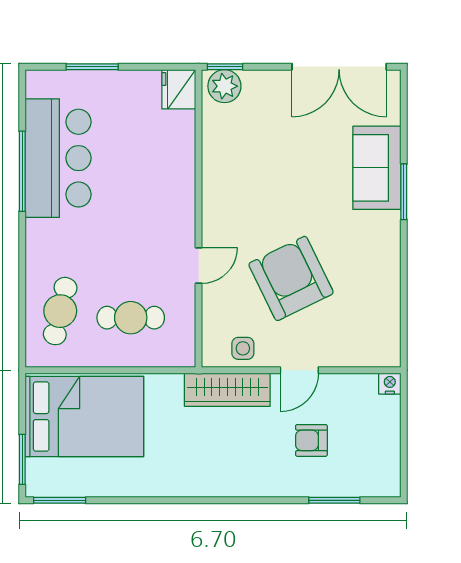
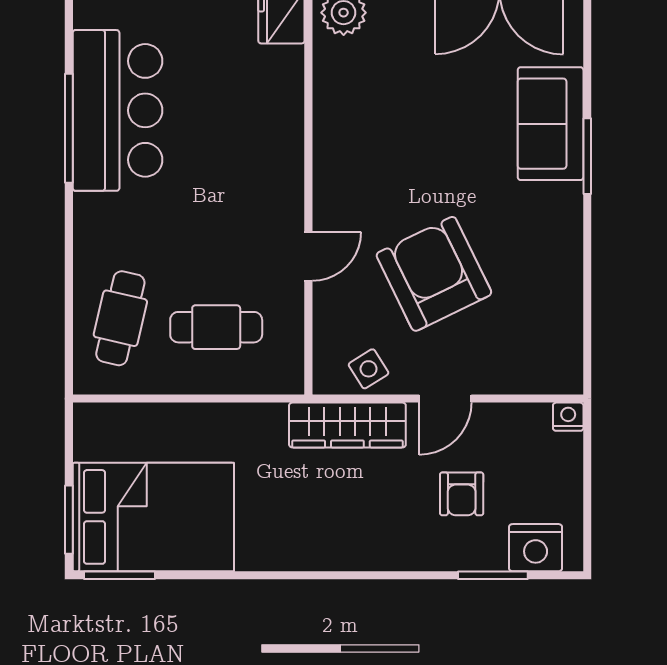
side table: (243, 348) -> (369, 369), turned -32
bed: (84, 417) -> (153, 517), moved
armchair: (311, 440) -> (462, 494), turned -90
nightstand: (366, 480) -> (536, 548), added

